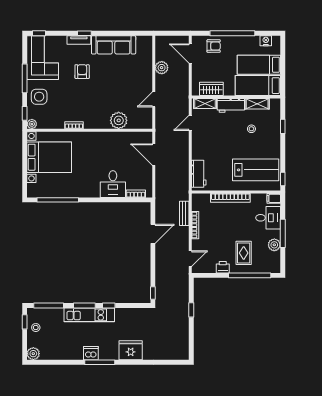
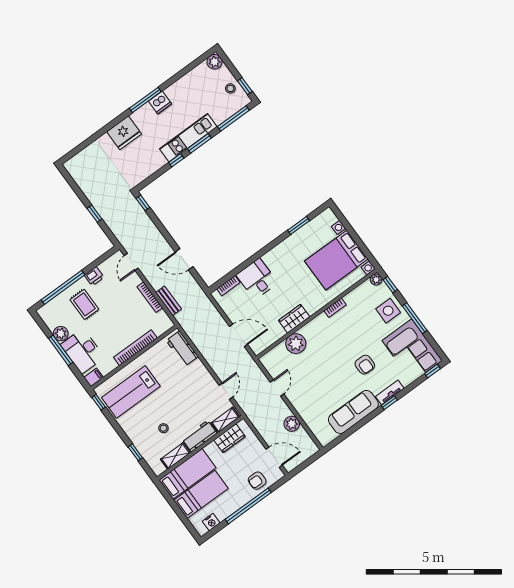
wardrobe: (107, 138) -> (294, 319), added
window: (58, 200) -> (299, 225), width x0.47
desk: (268, 218) -> (82, 351), width x1.37
door: (153, 234) -> (184, 259), hinge flipped

